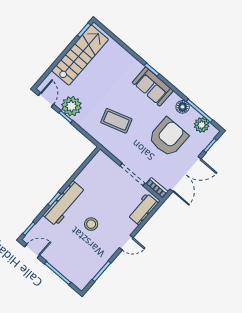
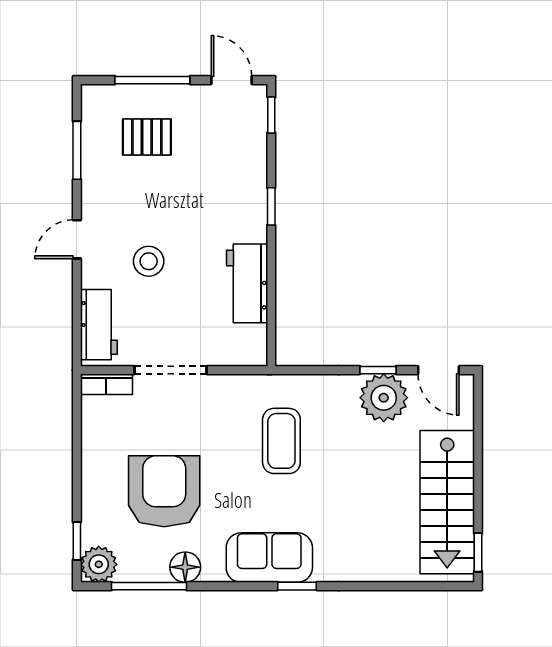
coffee table: (116, 121) -> (281, 441), turned -72
plant: (202, 125) -> (99, 564), moved
armchair: (168, 137) -> (164, 491), turned 180
double door: (185, 174) -> (77, 452), removed
workbench: (64, 203) -> (247, 283), moved, width x0.73
stool: (91, 224) -> (149, 261), moved
door: (32, 251) -> (231, 80), swing flipped
pallet: (75, 256) -> (147, 137), added

